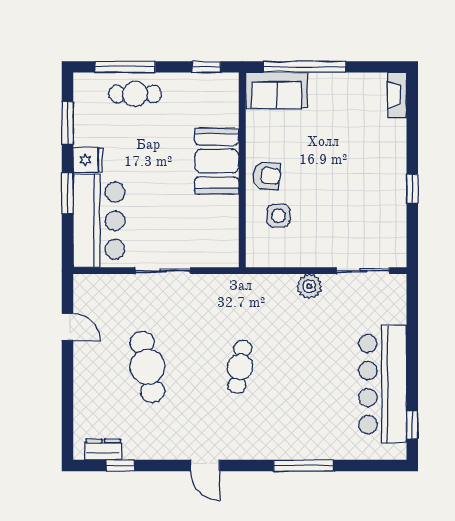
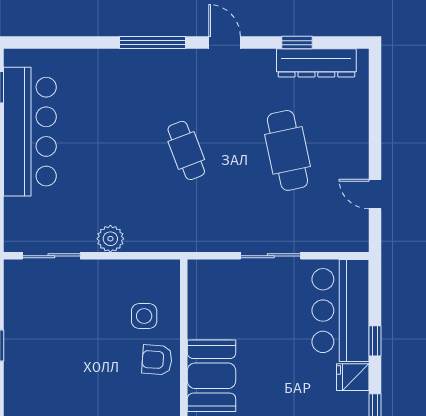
window: (67, 193) -> (375, 341), width x0.67
cafe table: (240, 367) -> (186, 150), turned -30
dresser: (103, 449) -> (316, 63), width x1.96, depth x1.24
window: (120, 465) -> (297, 43), moved
window: (304, 465) -> (152, 43), moved

